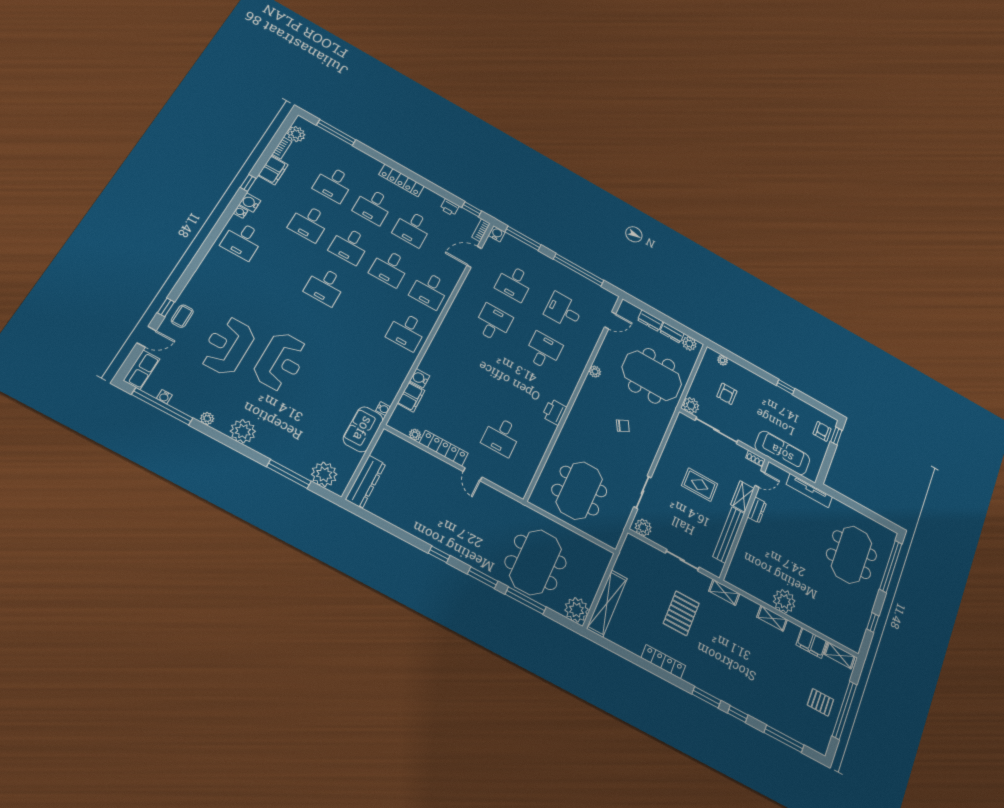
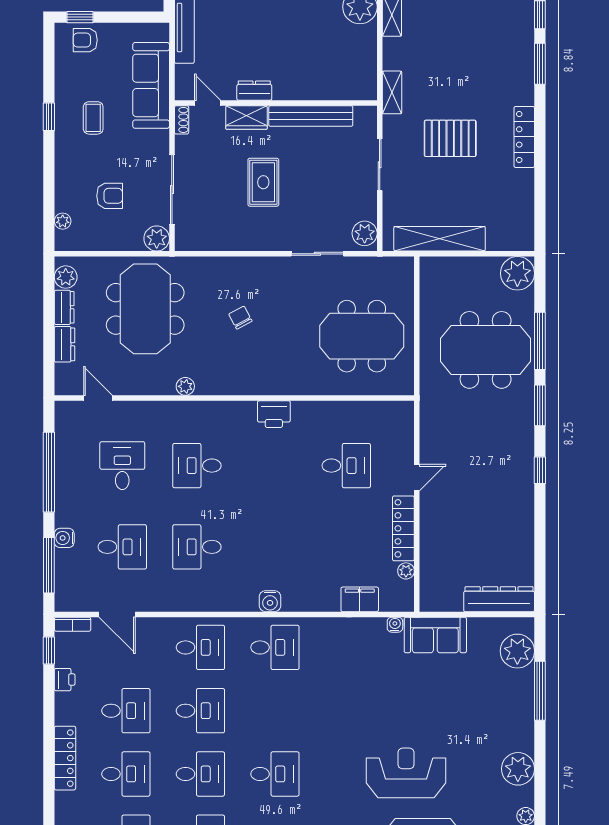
water cooler: (497, 234) -> (64, 538), moved
desk: (563, 310) -> (122, 466), turned 180
water cooler: (420, 378) -> (270, 601), moved
coffee table: (776, 410) -> (93, 118), added
shelving: (607, 603) -> (440, 239), moved

